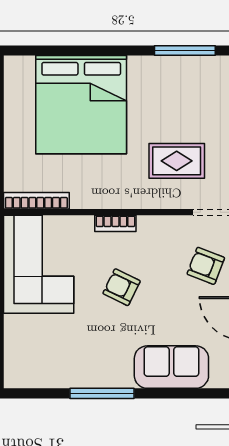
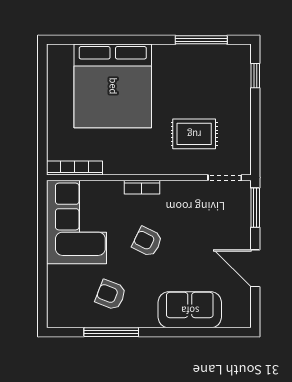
armchair: (206, 266) -> (111, 295), moved
window: (102, 393) -> (111, 332), moved

